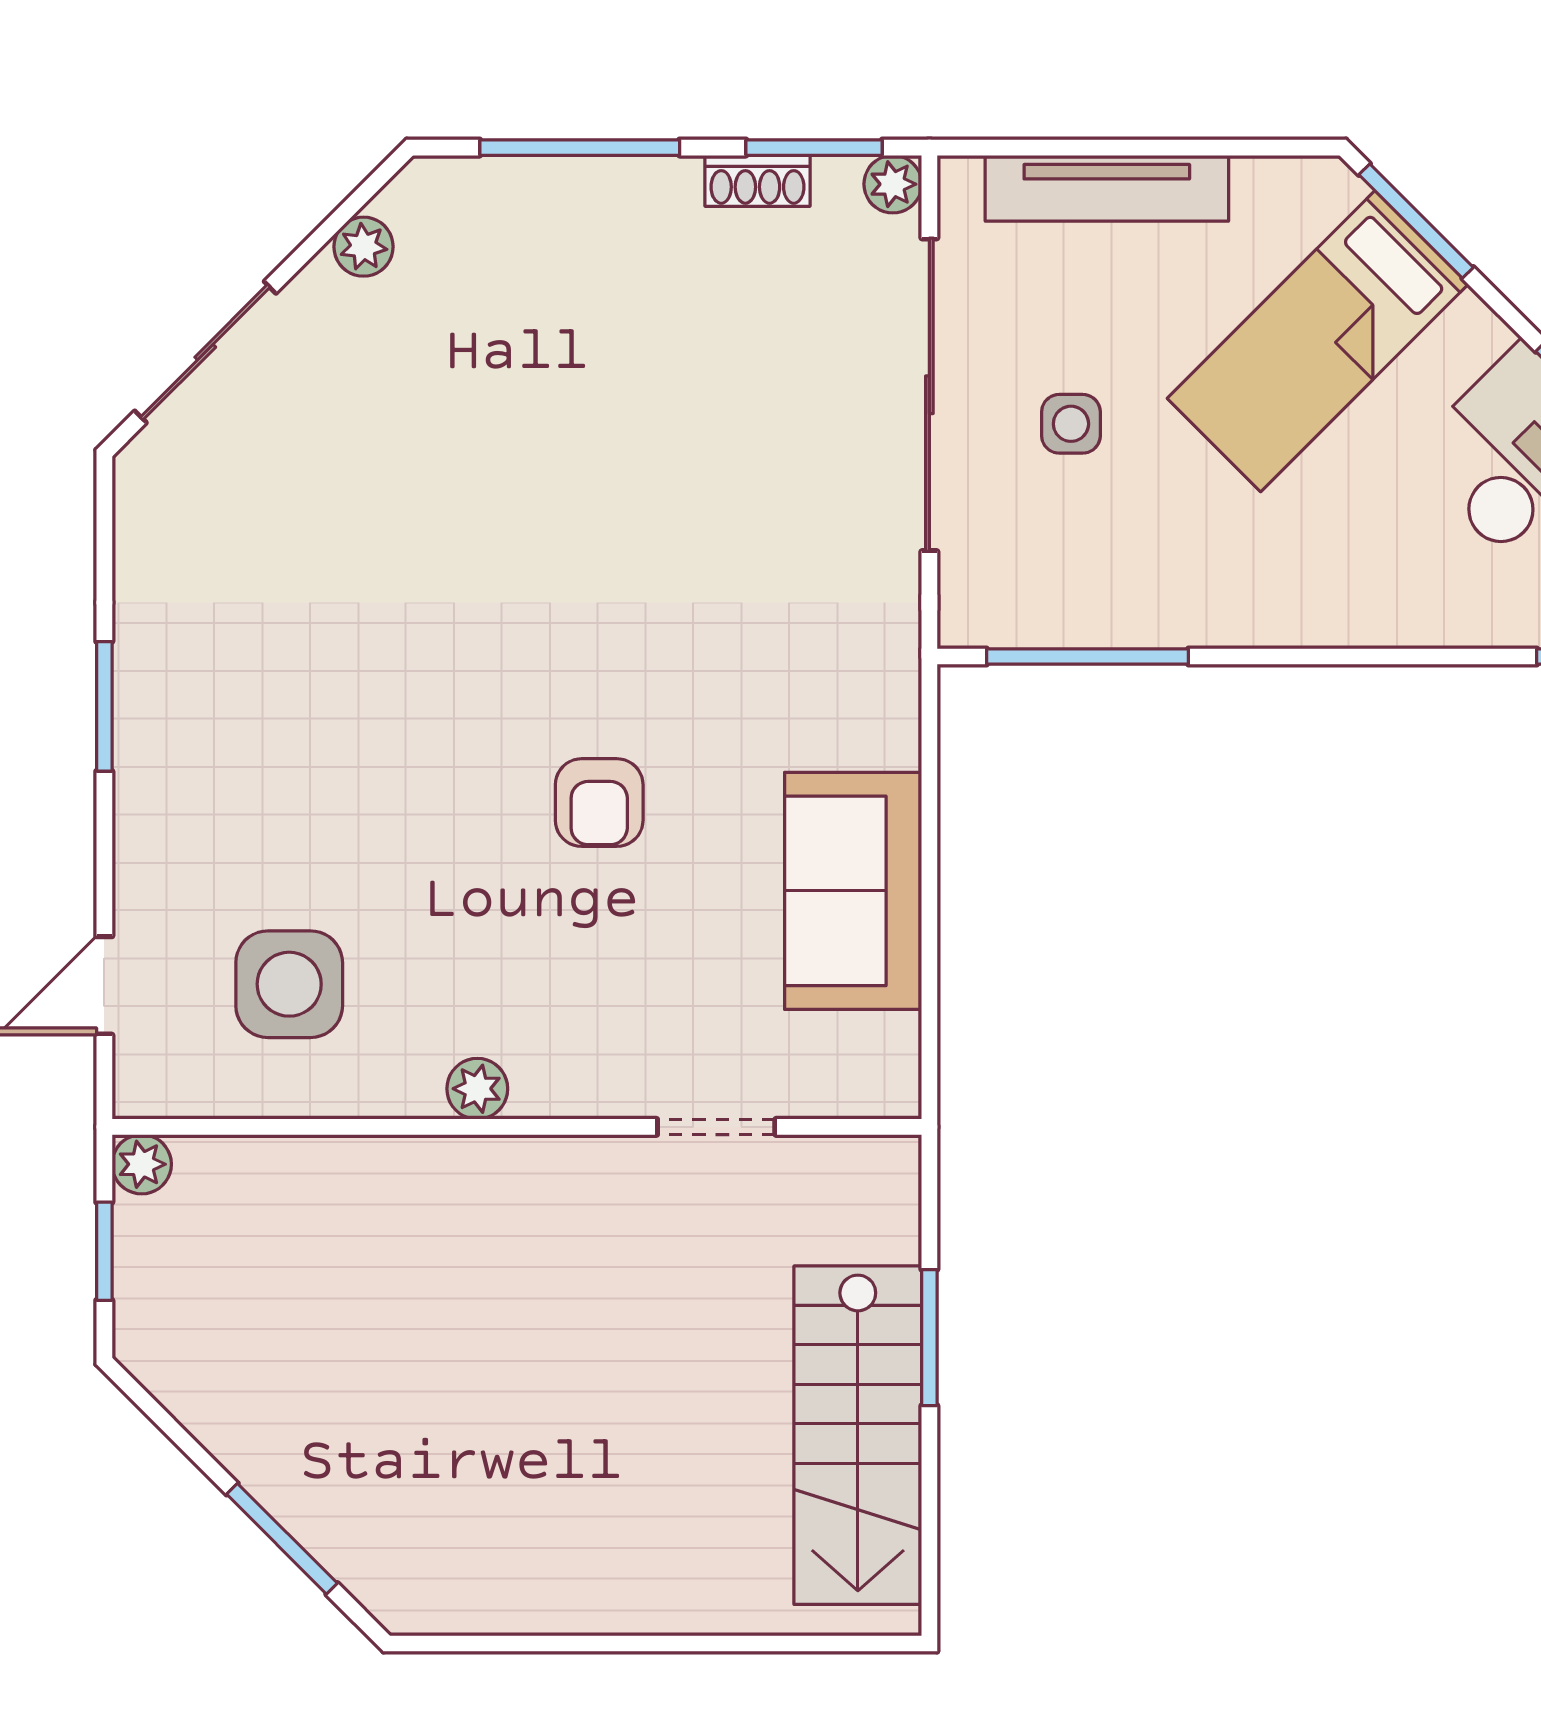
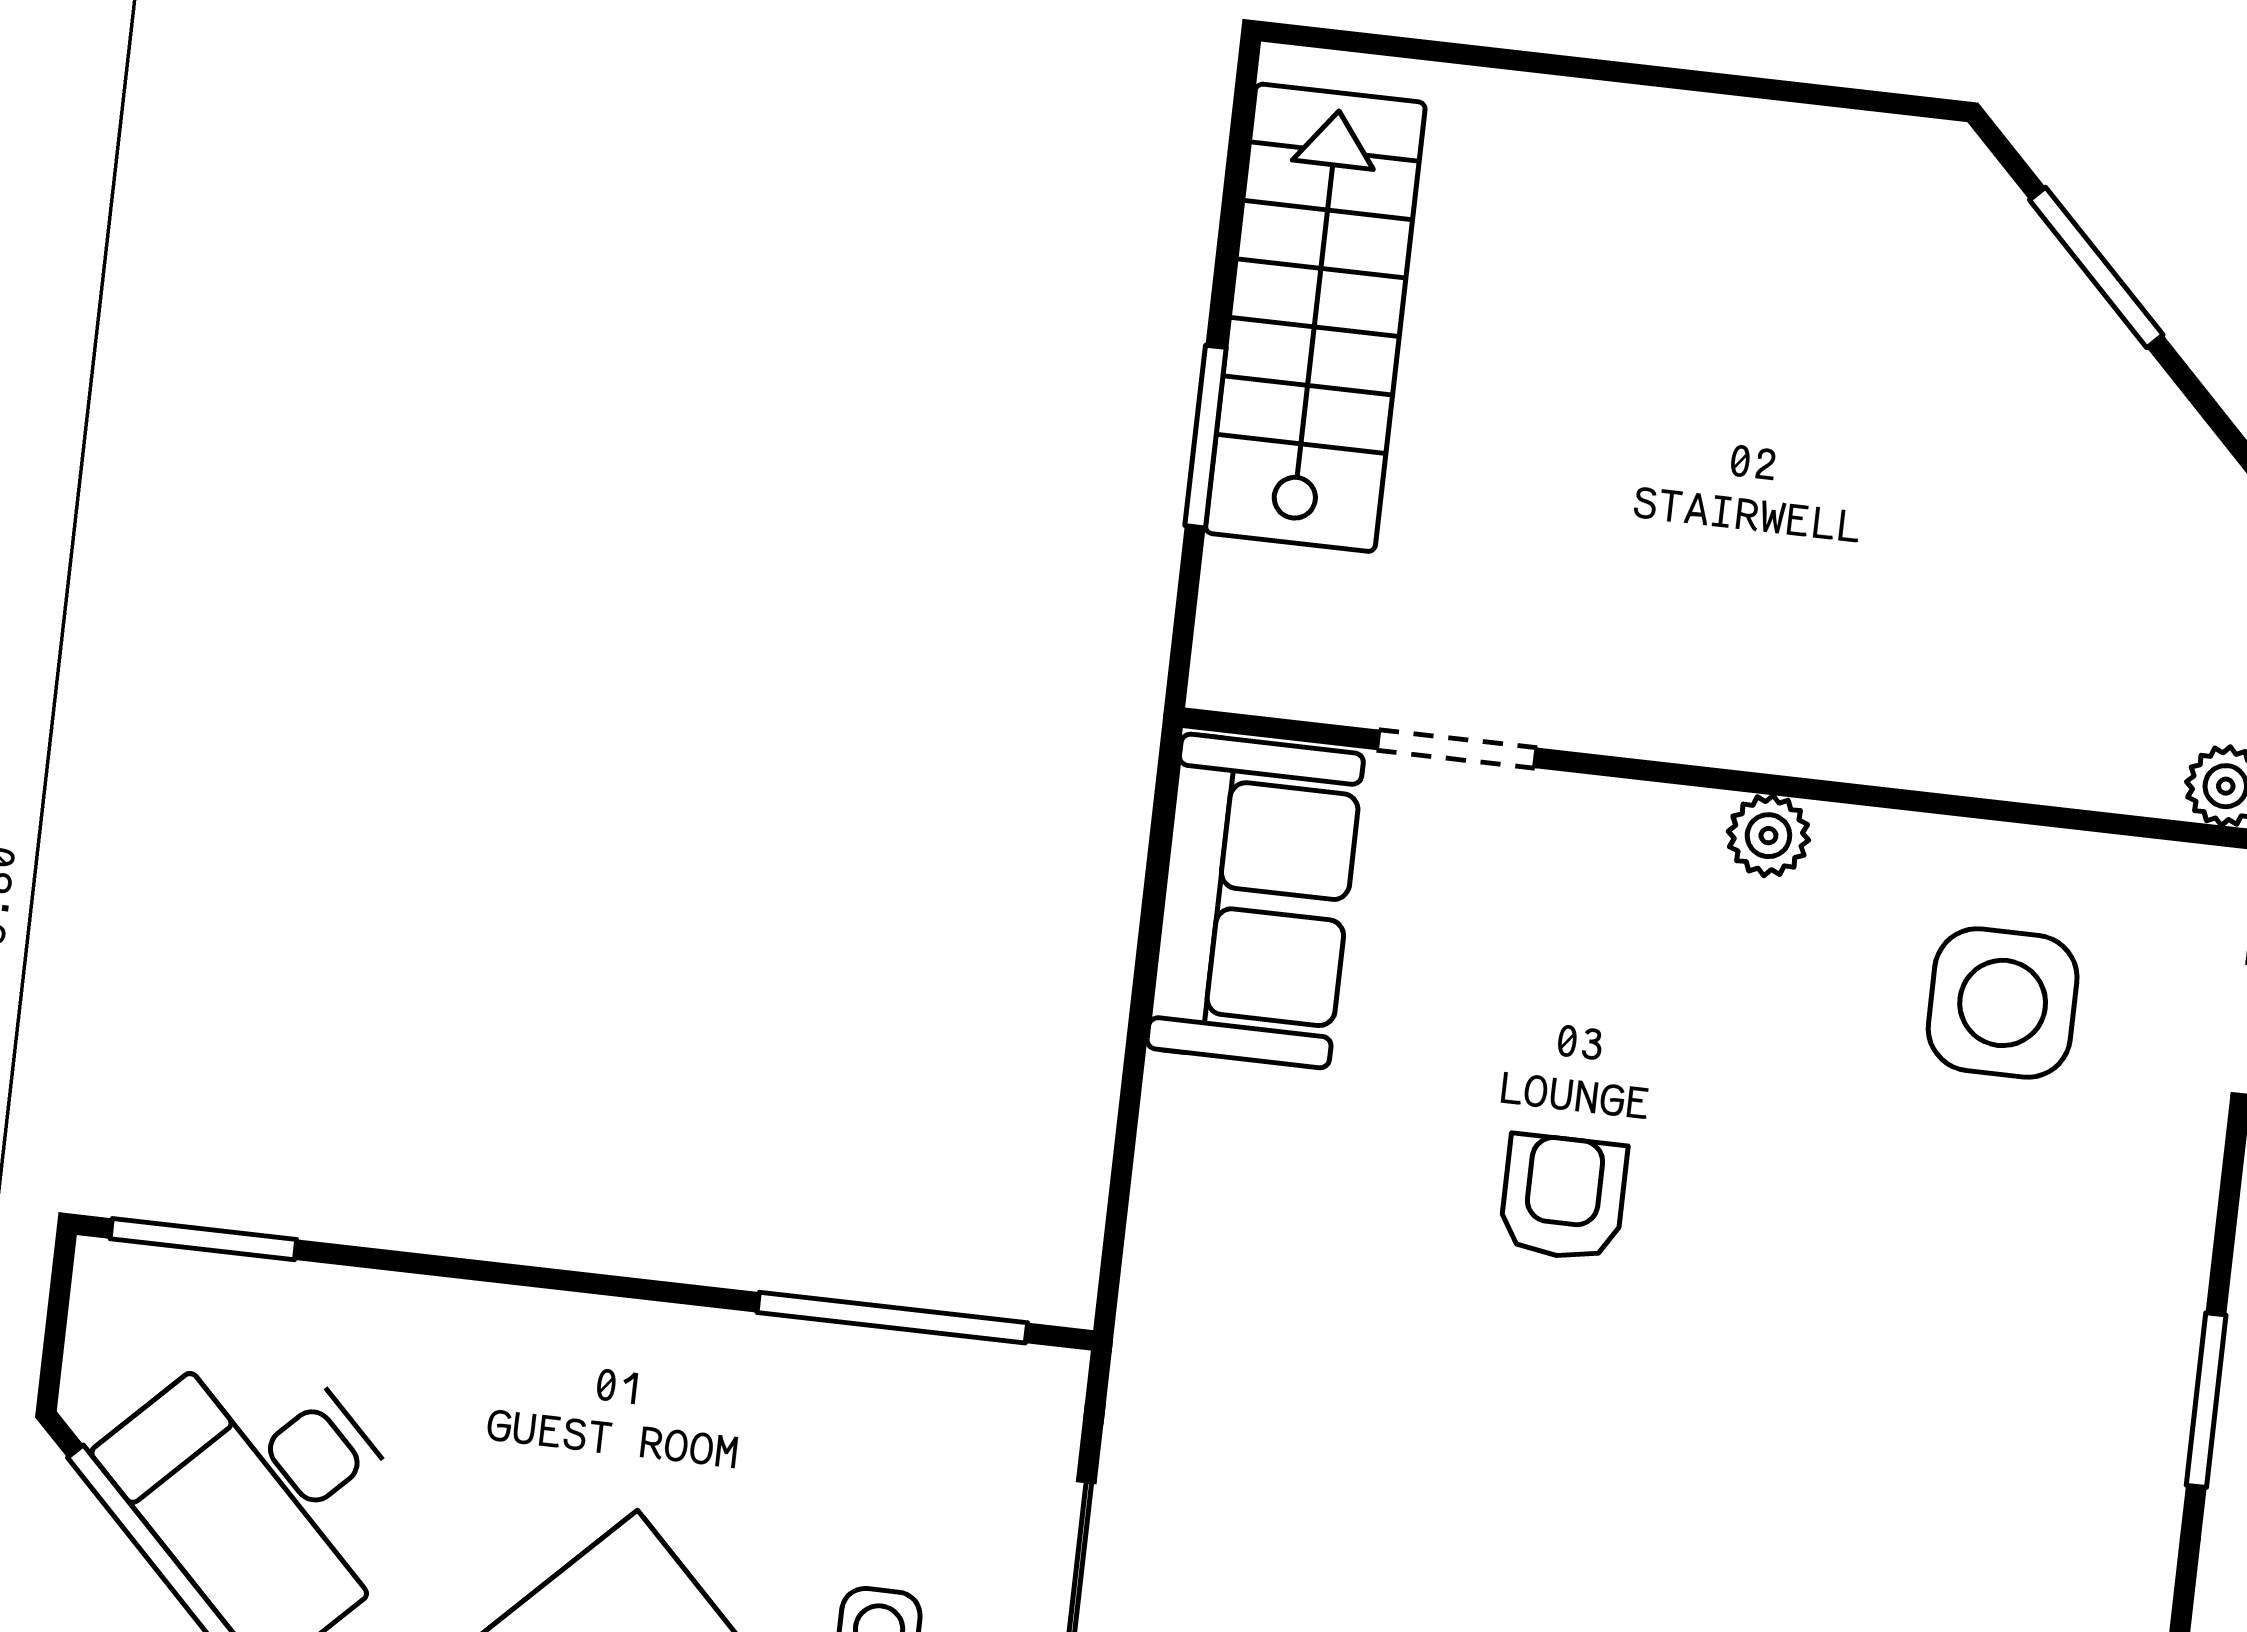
sofa: (853, 891) -> (1255, 901), moved

